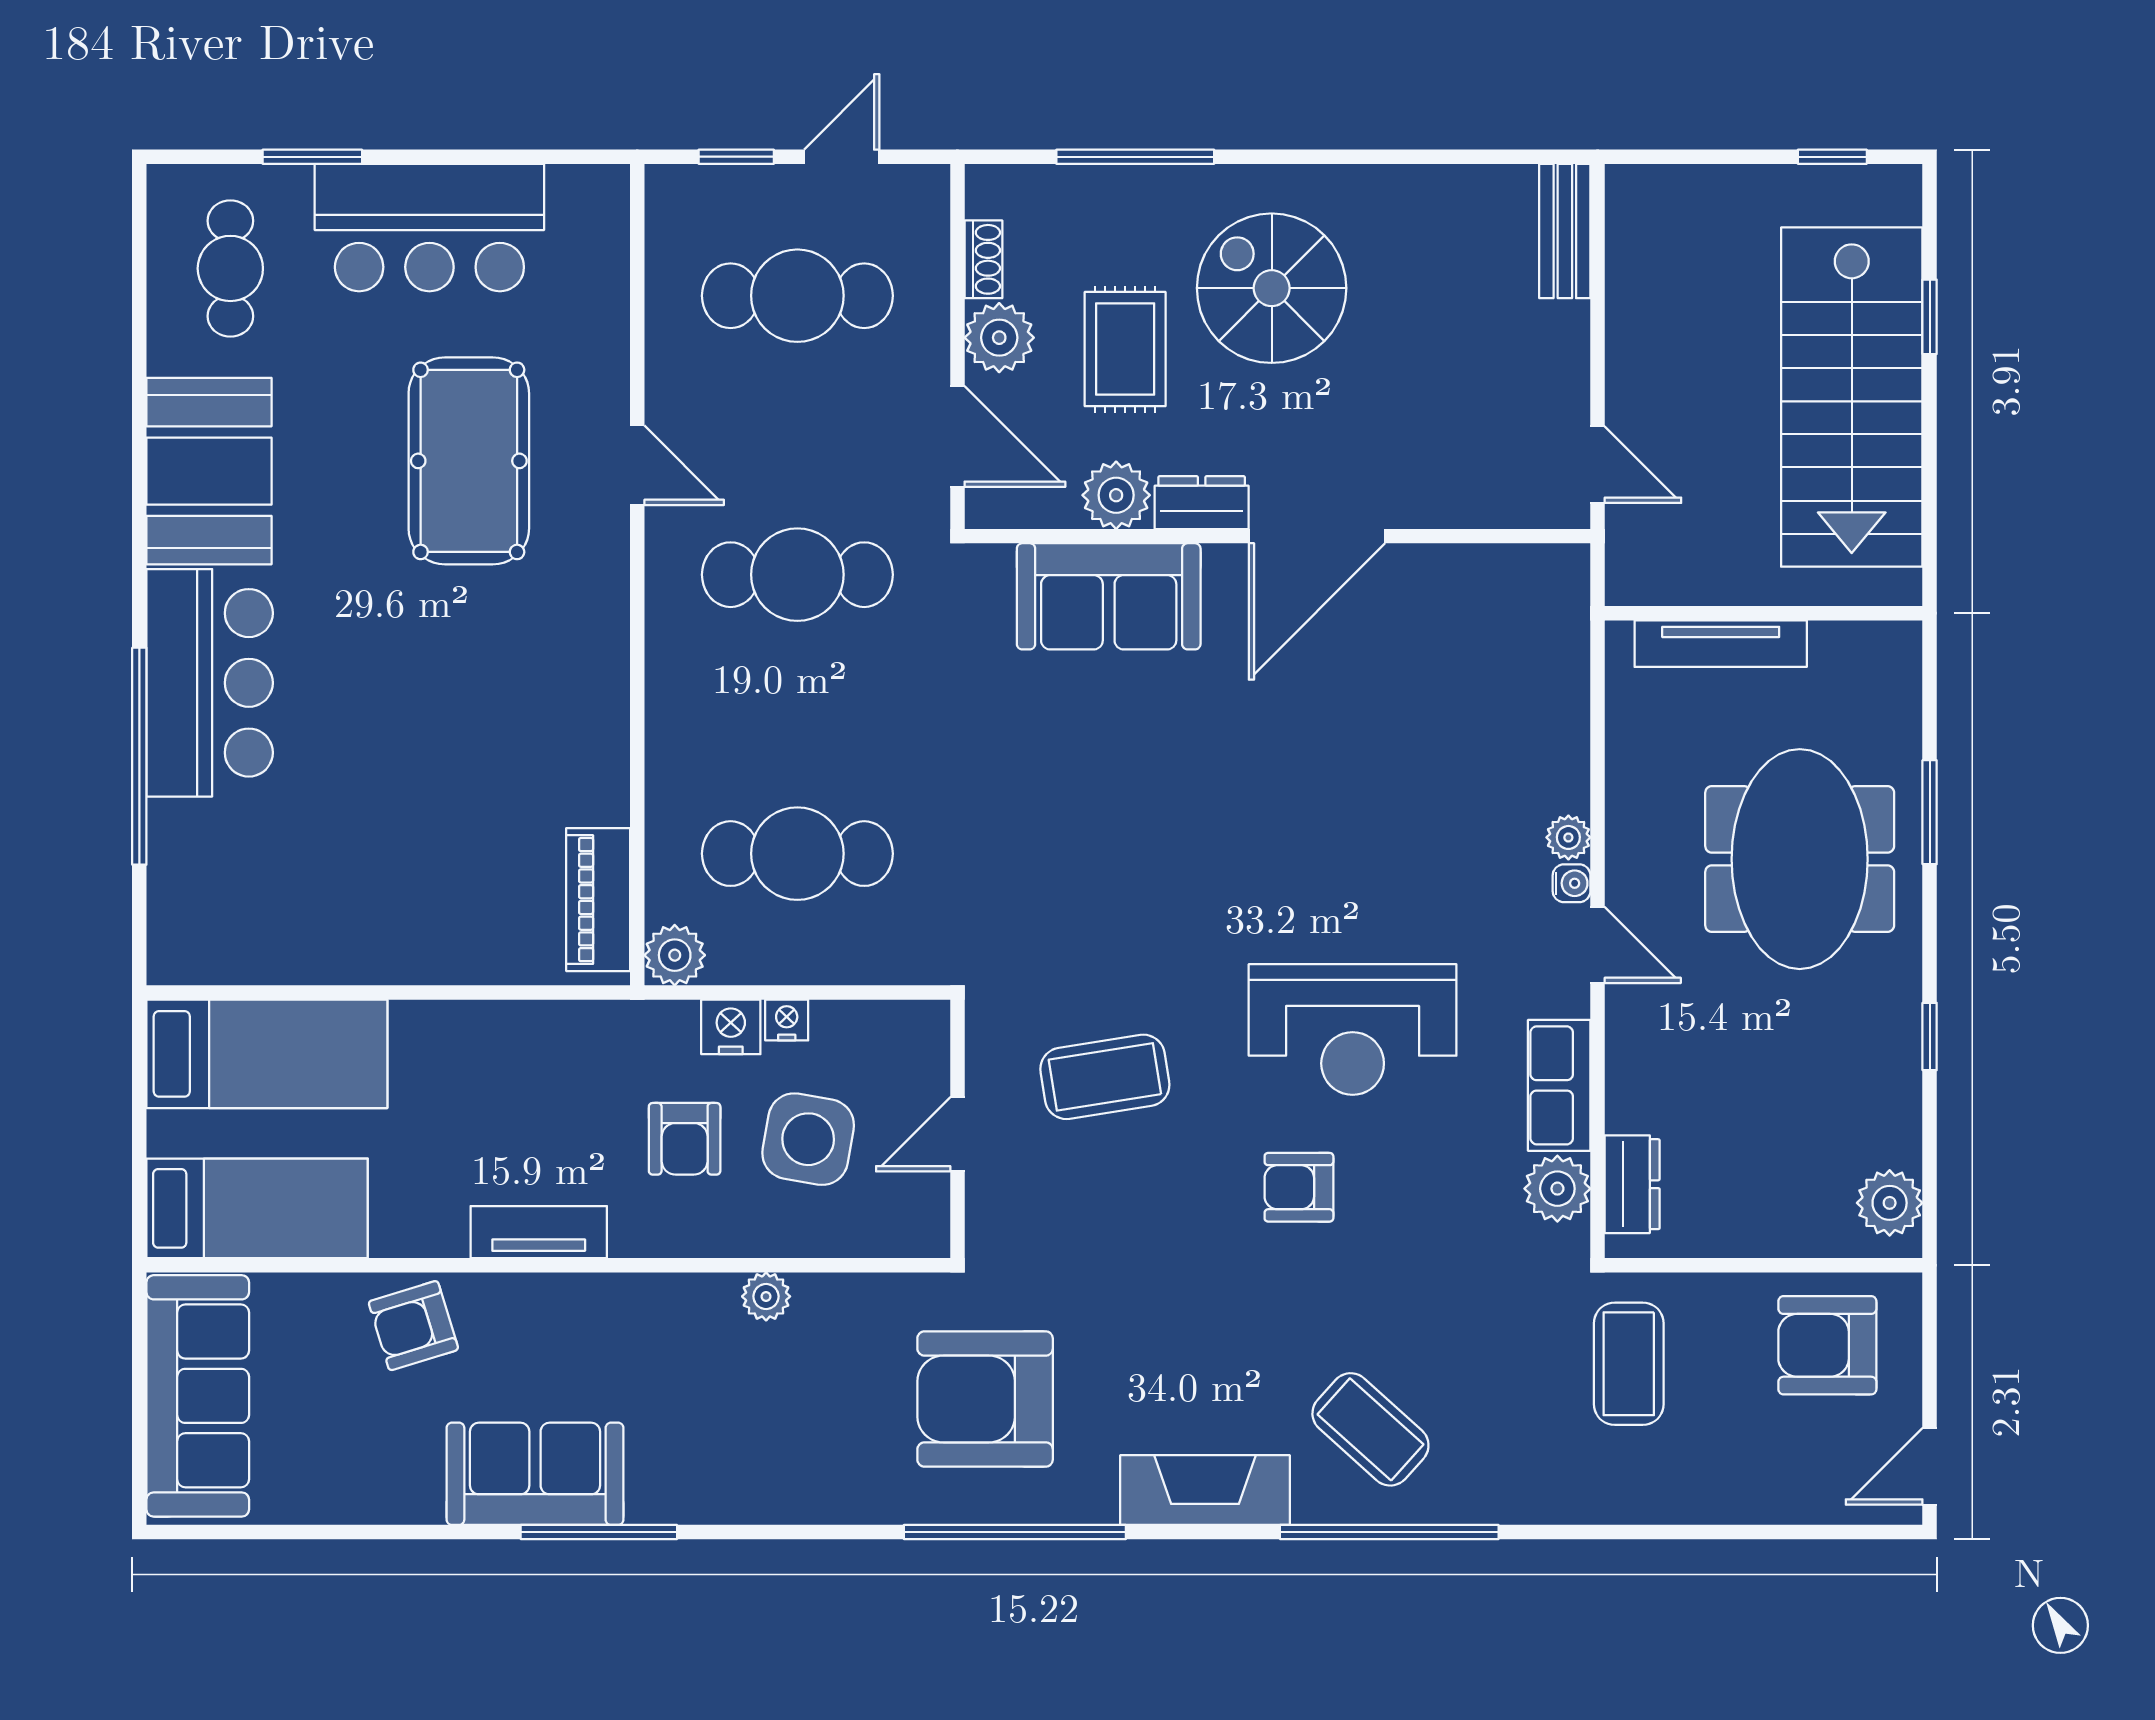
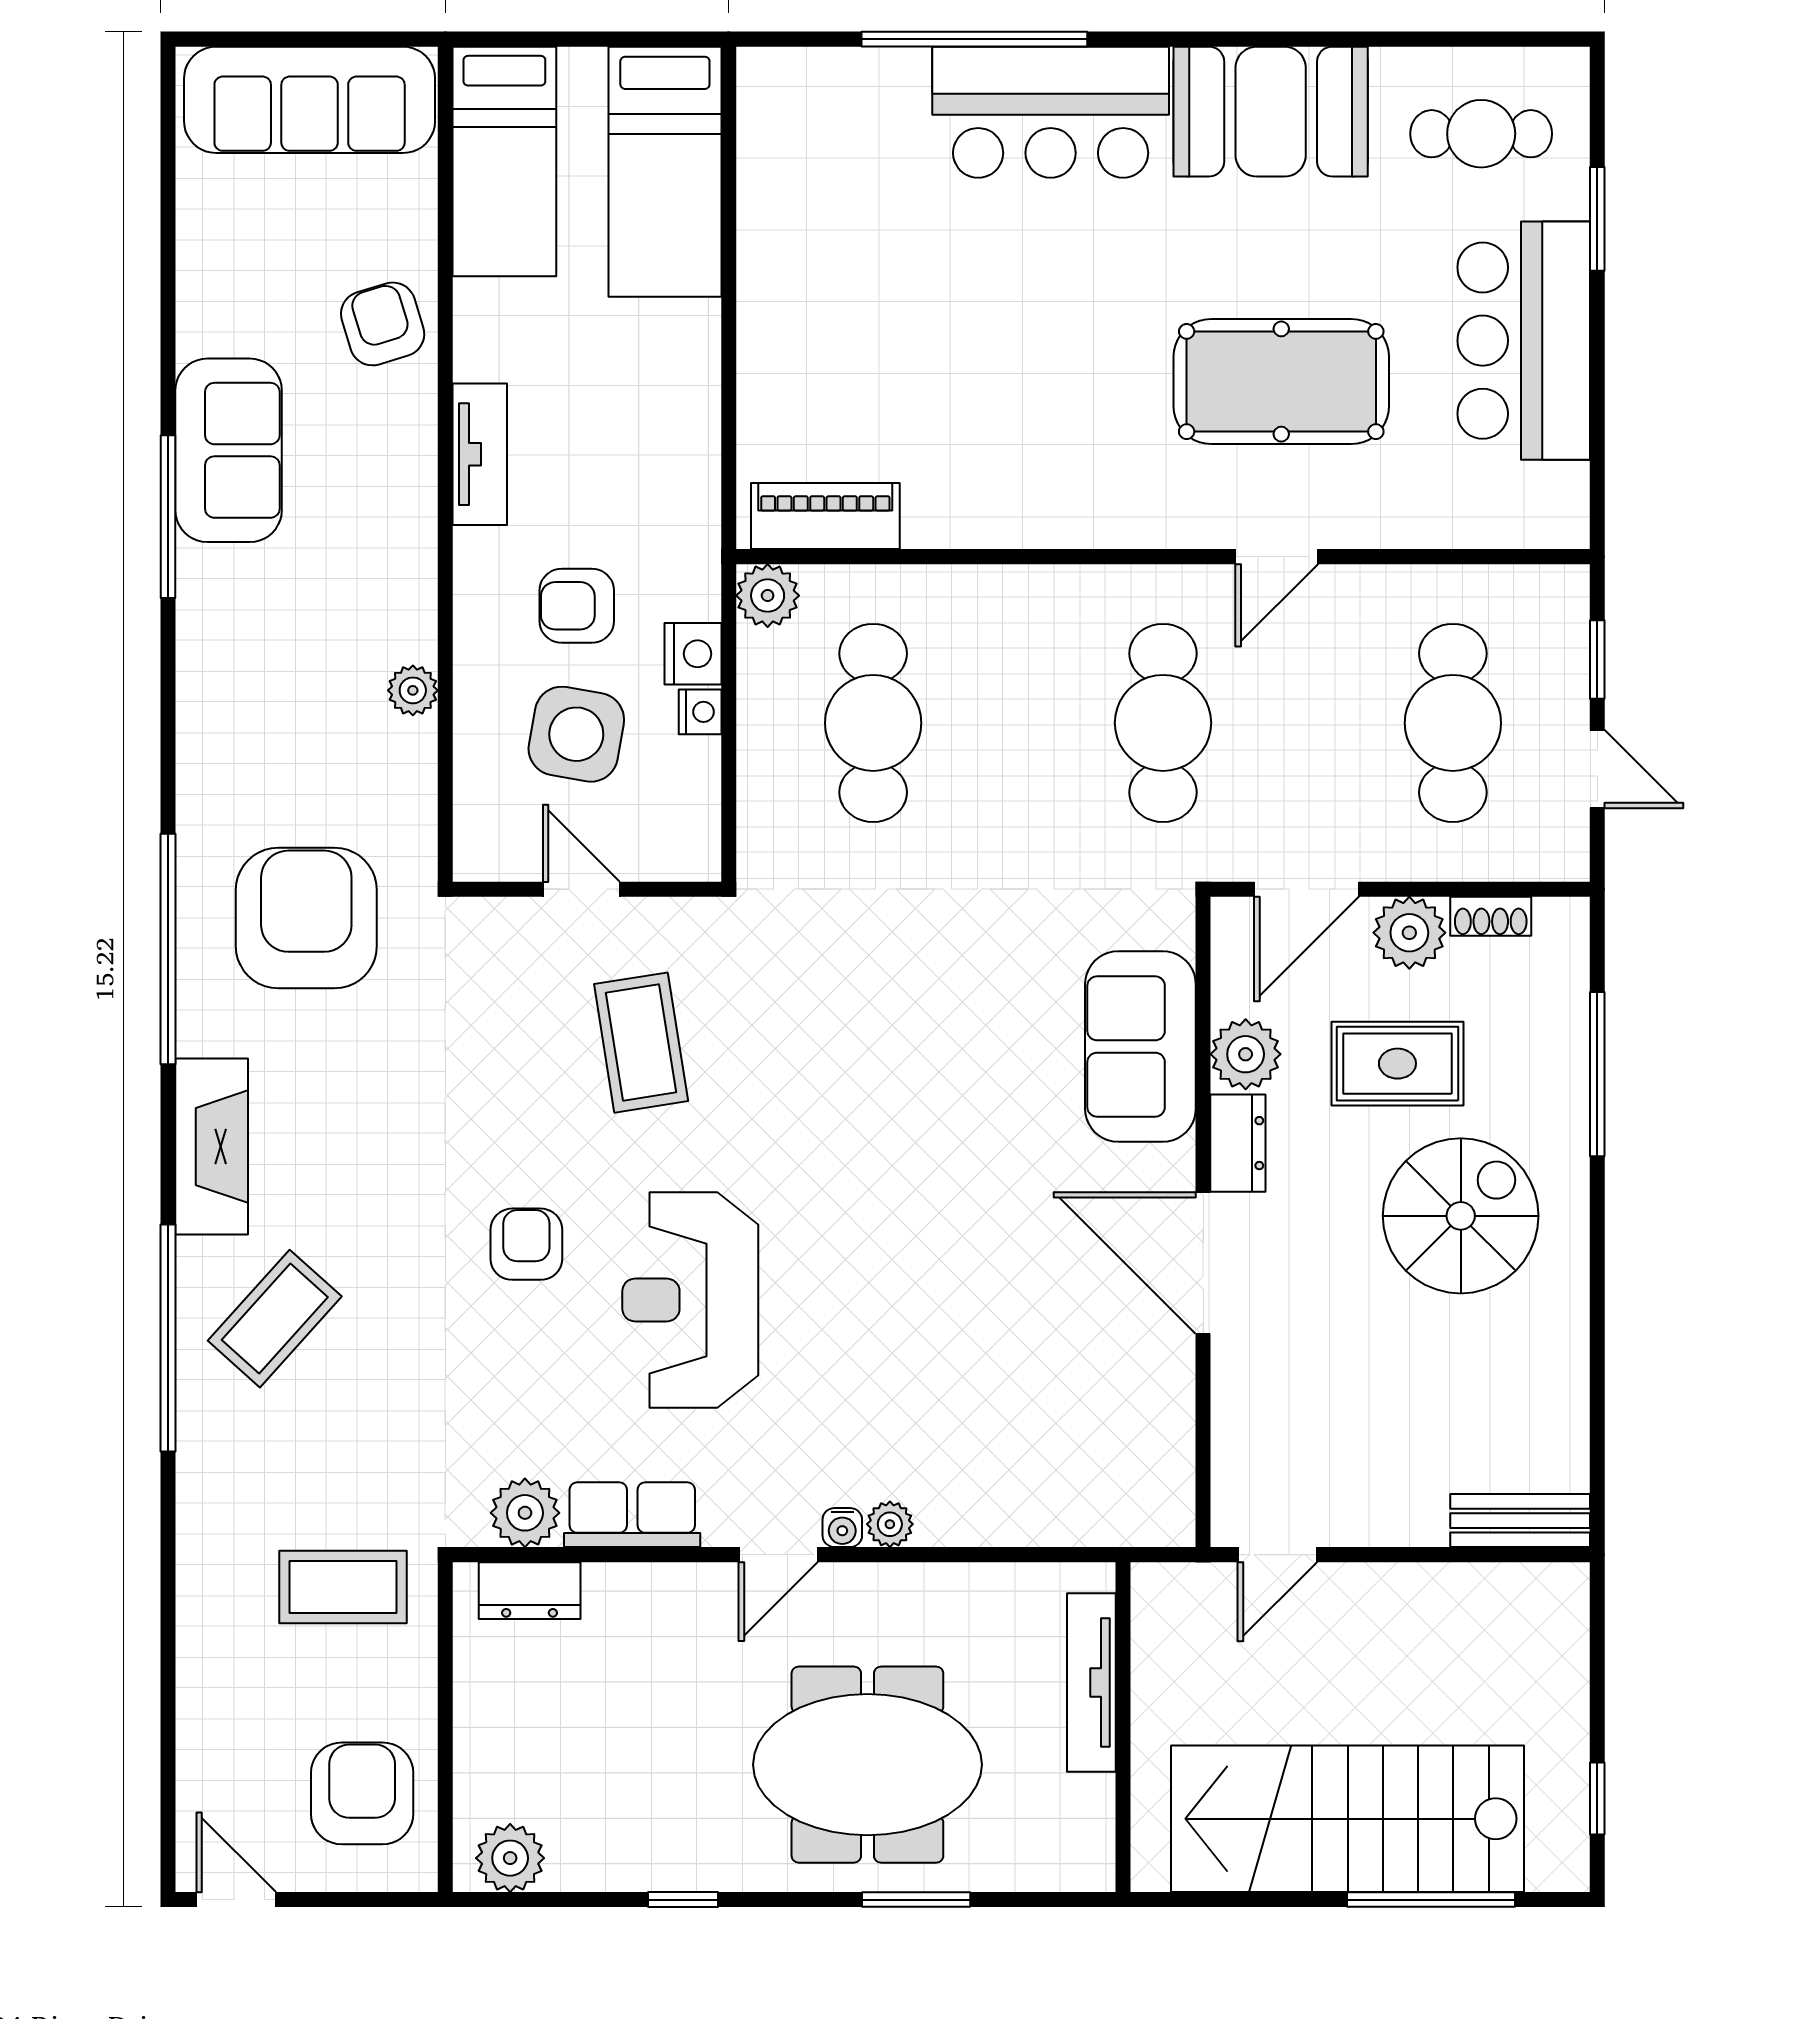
window: (1930, 317) -> (1431, 1900), width x2.17

